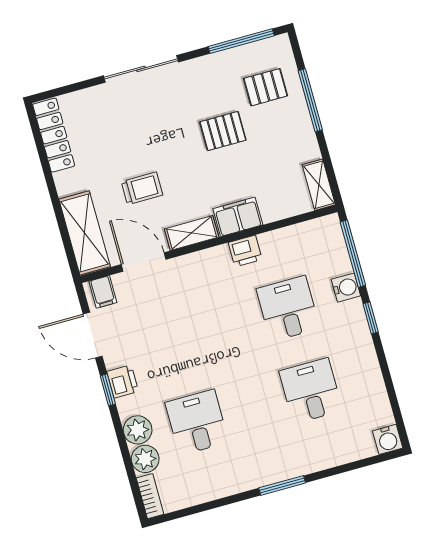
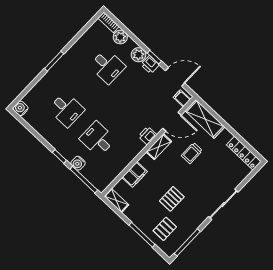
filing cabinet: (238, 217) -> (135, 174), moved
printer: (245, 251) -> (147, 135), moved
desk: (288, 309) -> (98, 139), turned 180
plant: (138, 430) -> (139, 55), moved

